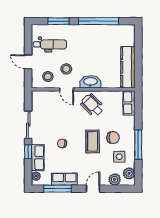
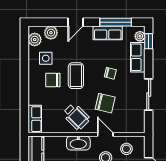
chair: (67, 117) -> (105, 103), added
window: (138, 145) -> (24, 72), removed
window: (28, 152) -> (149, 41), moved

